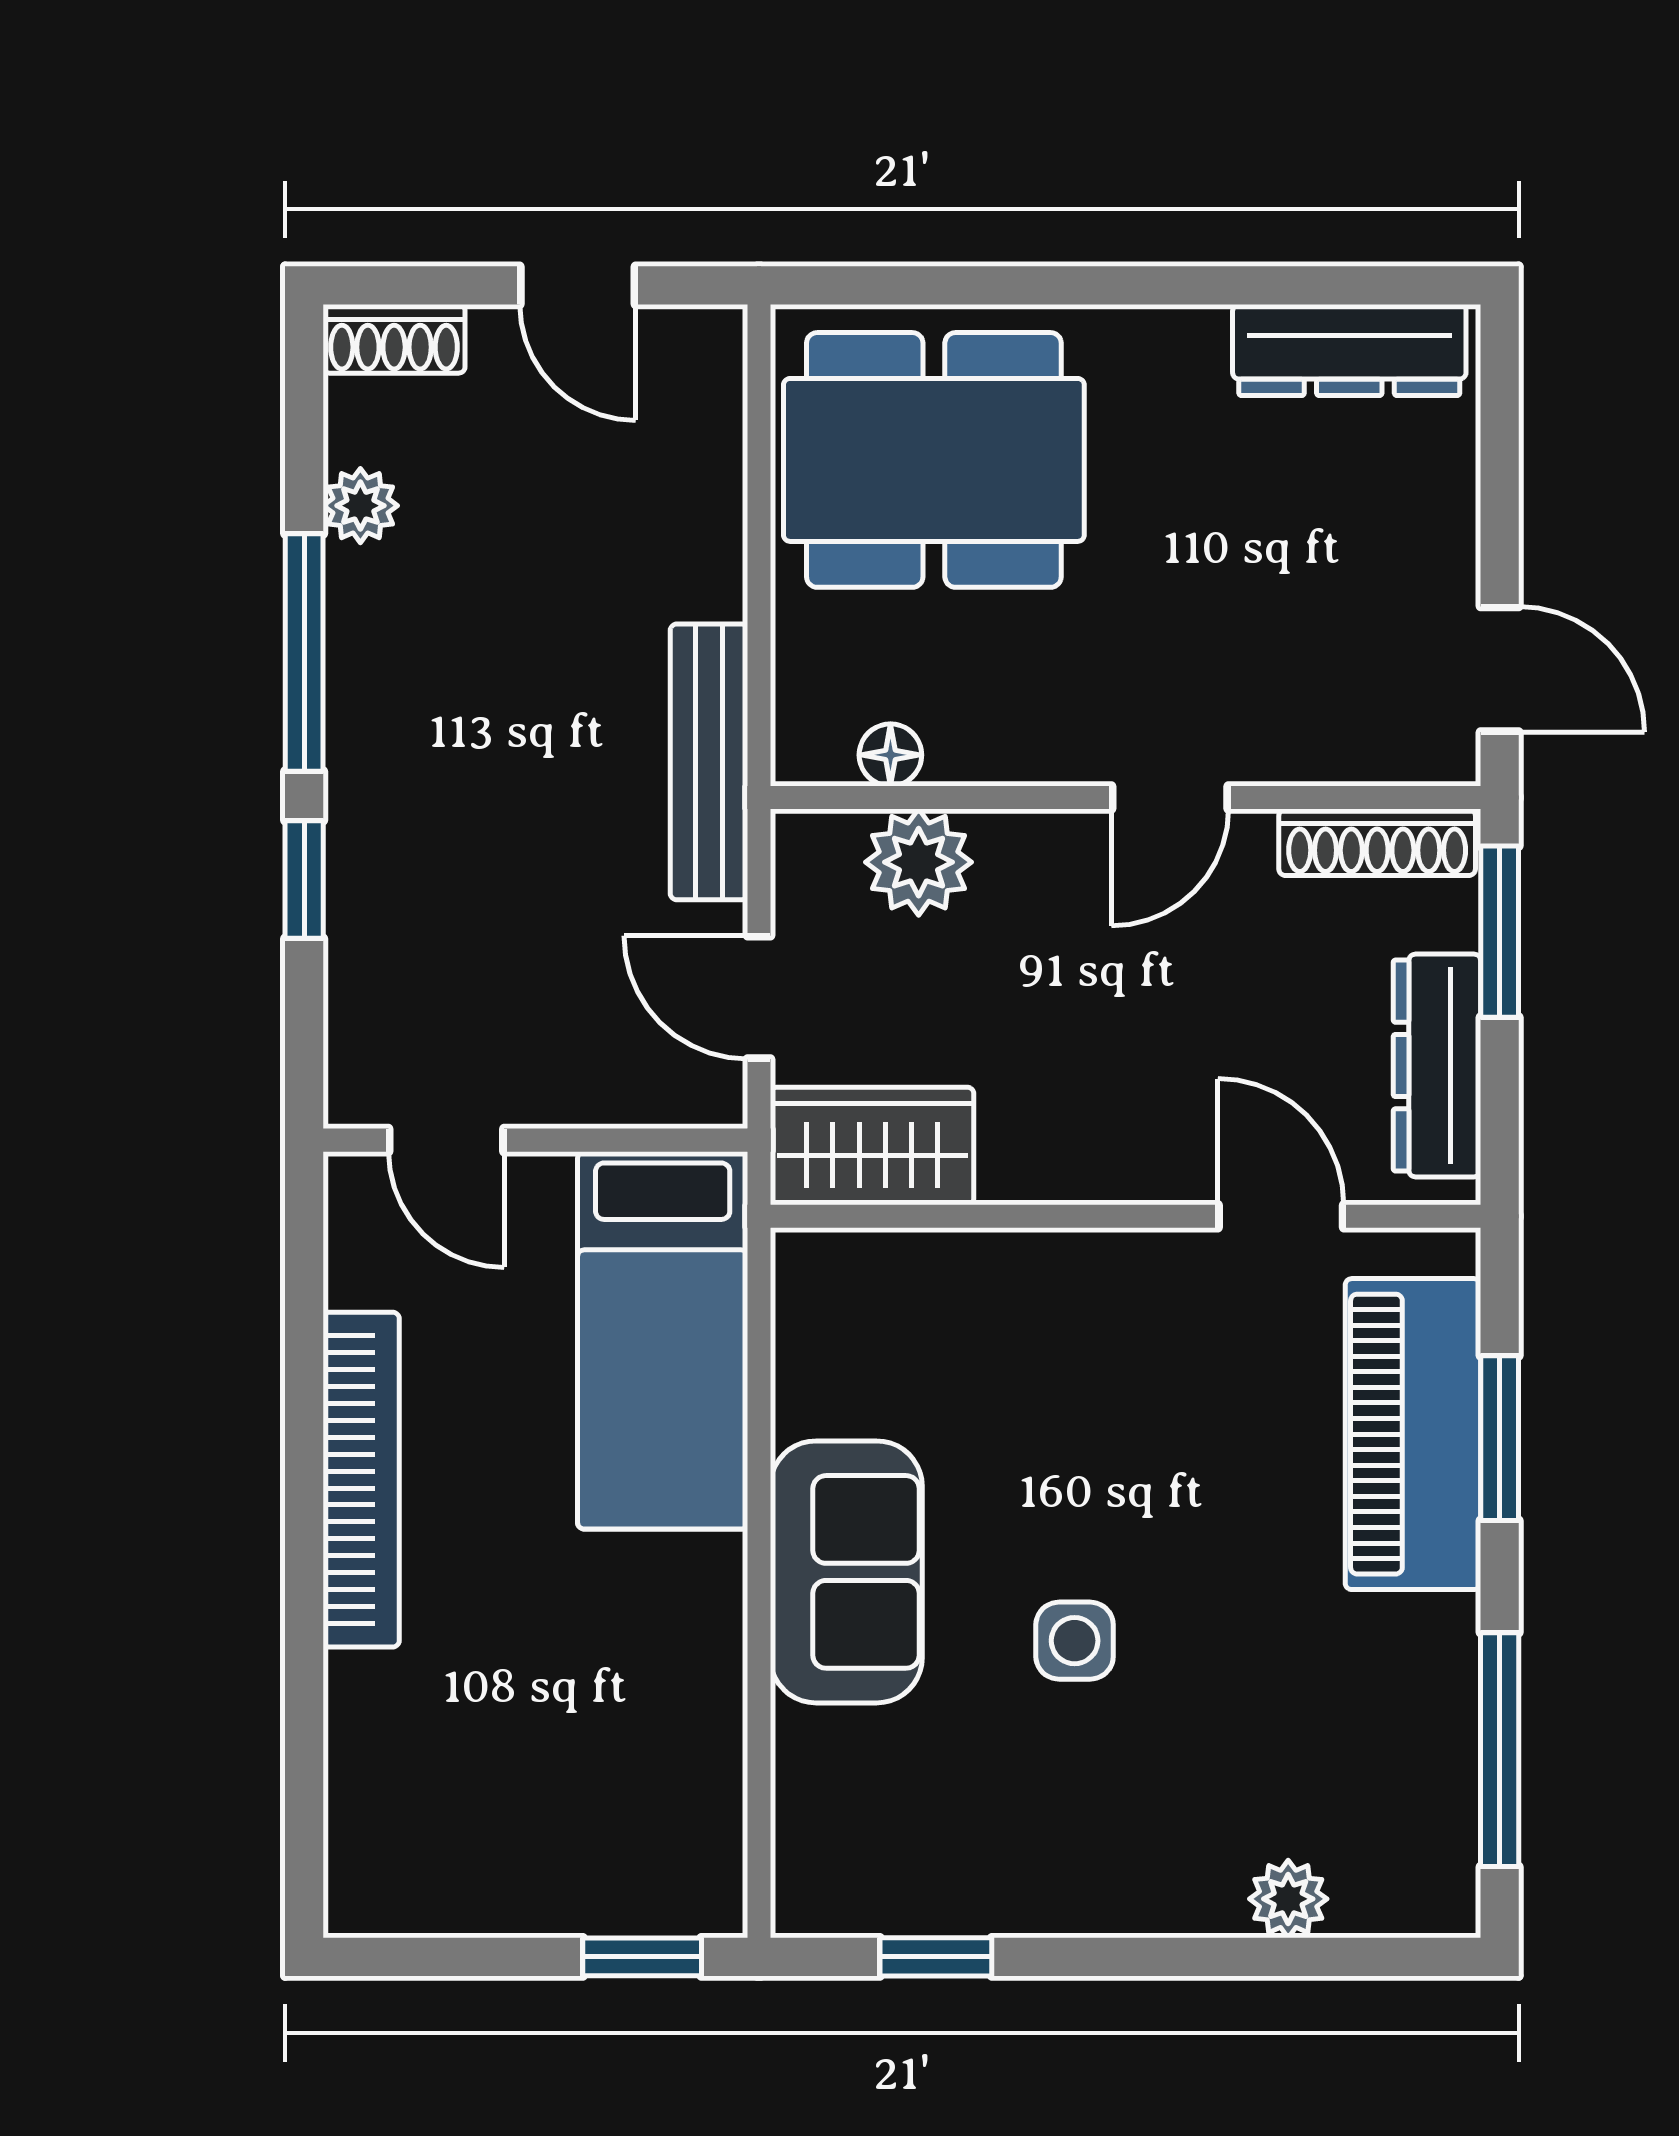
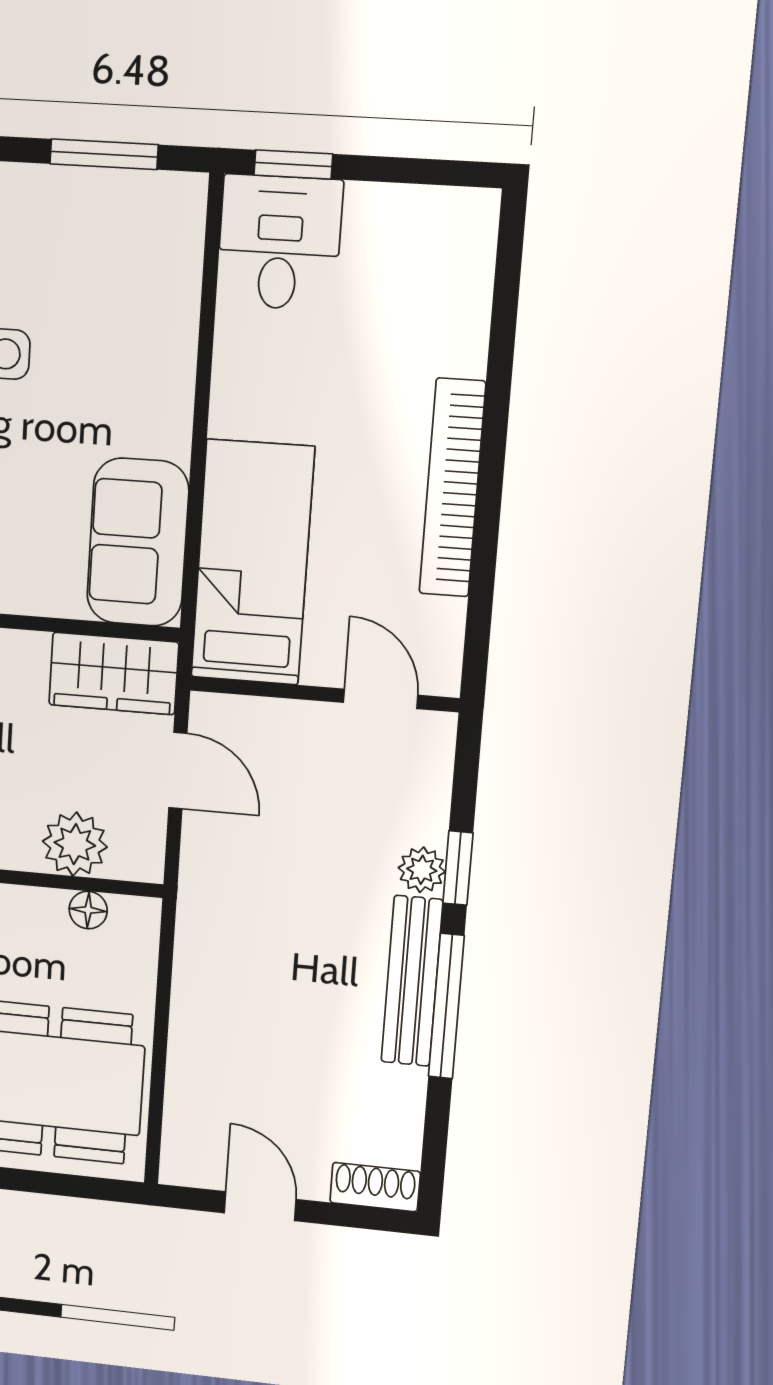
plant: (360, 506) -> (422, 870), moved
bench: (709, 762) -> (412, 981), moved
sofa: (846, 1572) -> (138, 542), moved
desk: (655, 1838) -> (279, 242), added
window: (936, 1957) -> (104, 154), width x1.50

